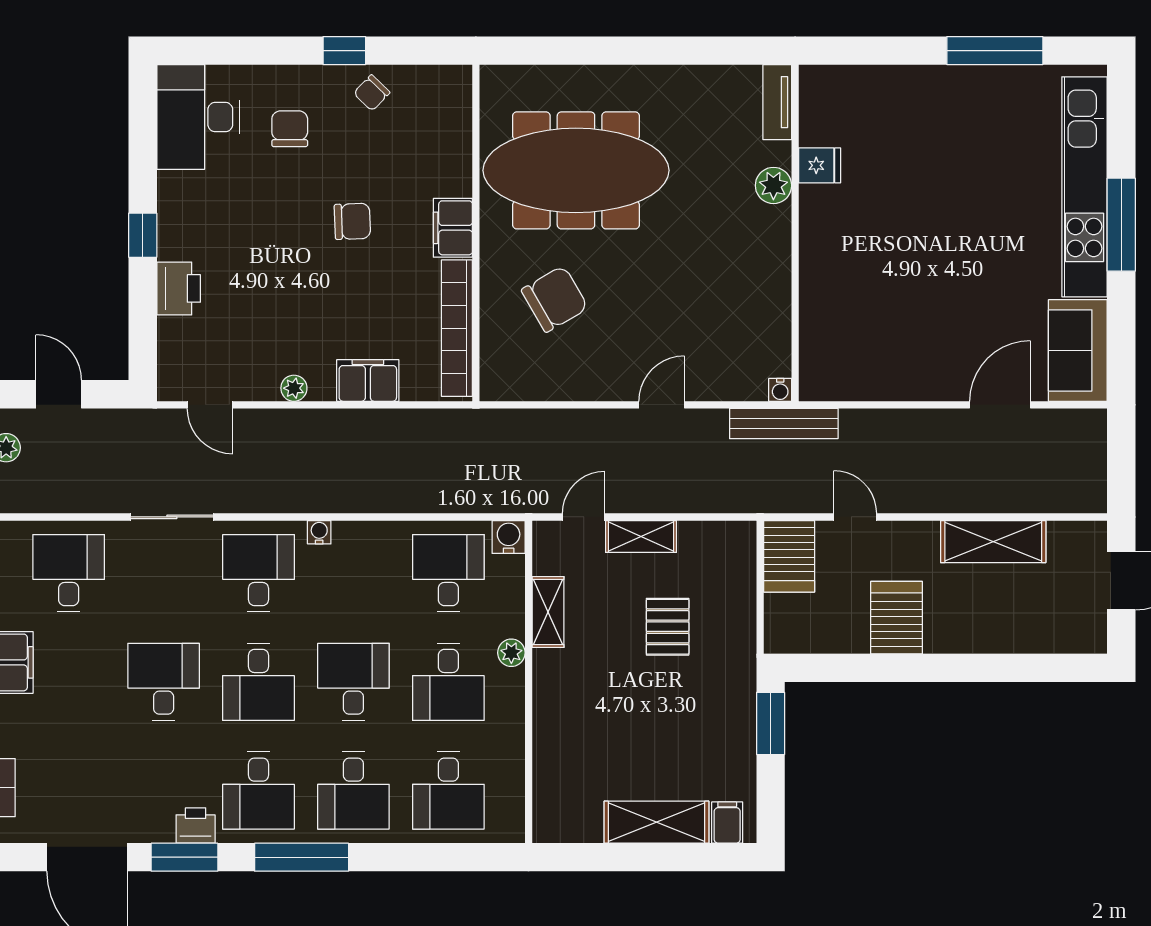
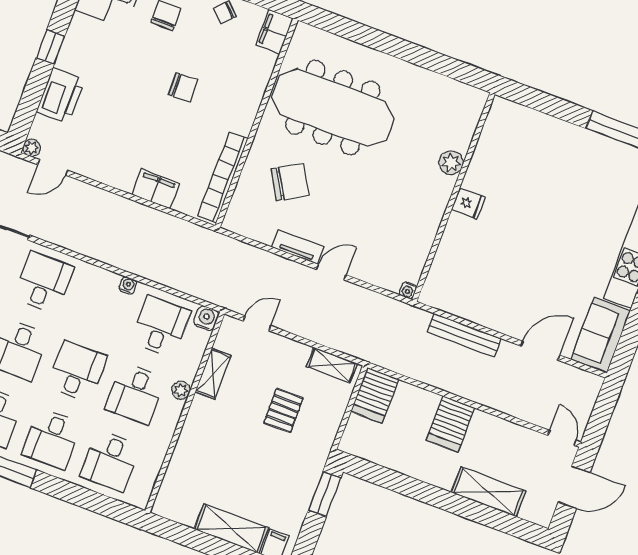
tv unit: (777, 102) -> (298, 247), moved, turned 90
fridge: (820, 165) -> (468, 204), moved
filing cabinet: (453, 228) -> (275, 32), moved
printer: (179, 288) -> (61, 95), width x1.37, depth x1.19
plant: (294, 388) -> (32, 148), moved
door: (210, 405) -> (53, 167), hinge flipped
bench: (784, 423) -> (464, 335), moved
door: (855, 517) -> (562, 438), moved
water cooler: (319, 532) -> (128, 285), moved
shelving: (641, 536) -> (332, 365), moved
shelving: (993, 542) -> (488, 492), moved
server rack: (897, 618) -> (450, 424), moved, turned 180

